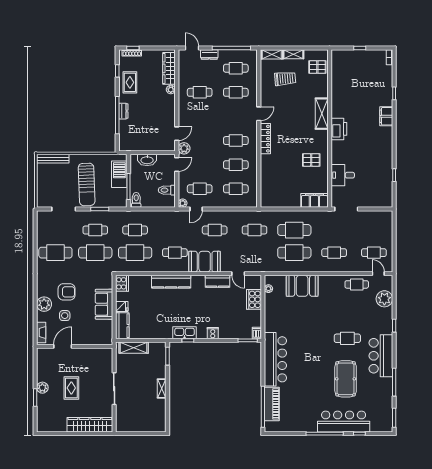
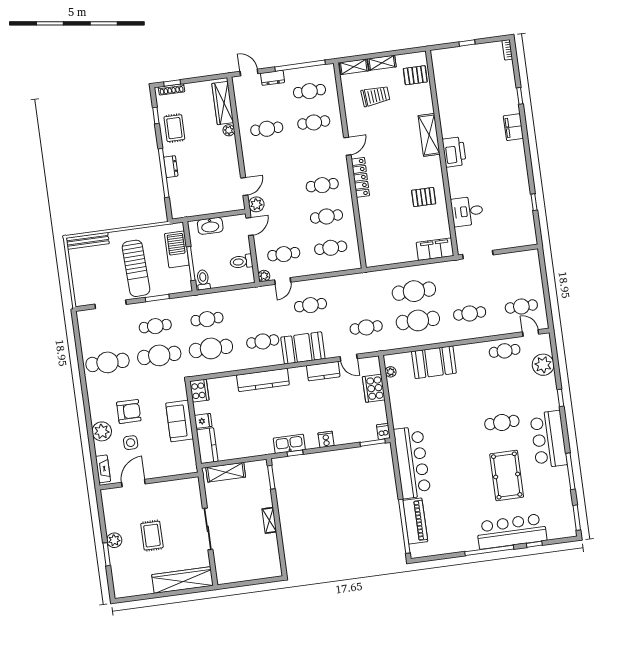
cafe table: (254, 230) -> (366, 327), moved

